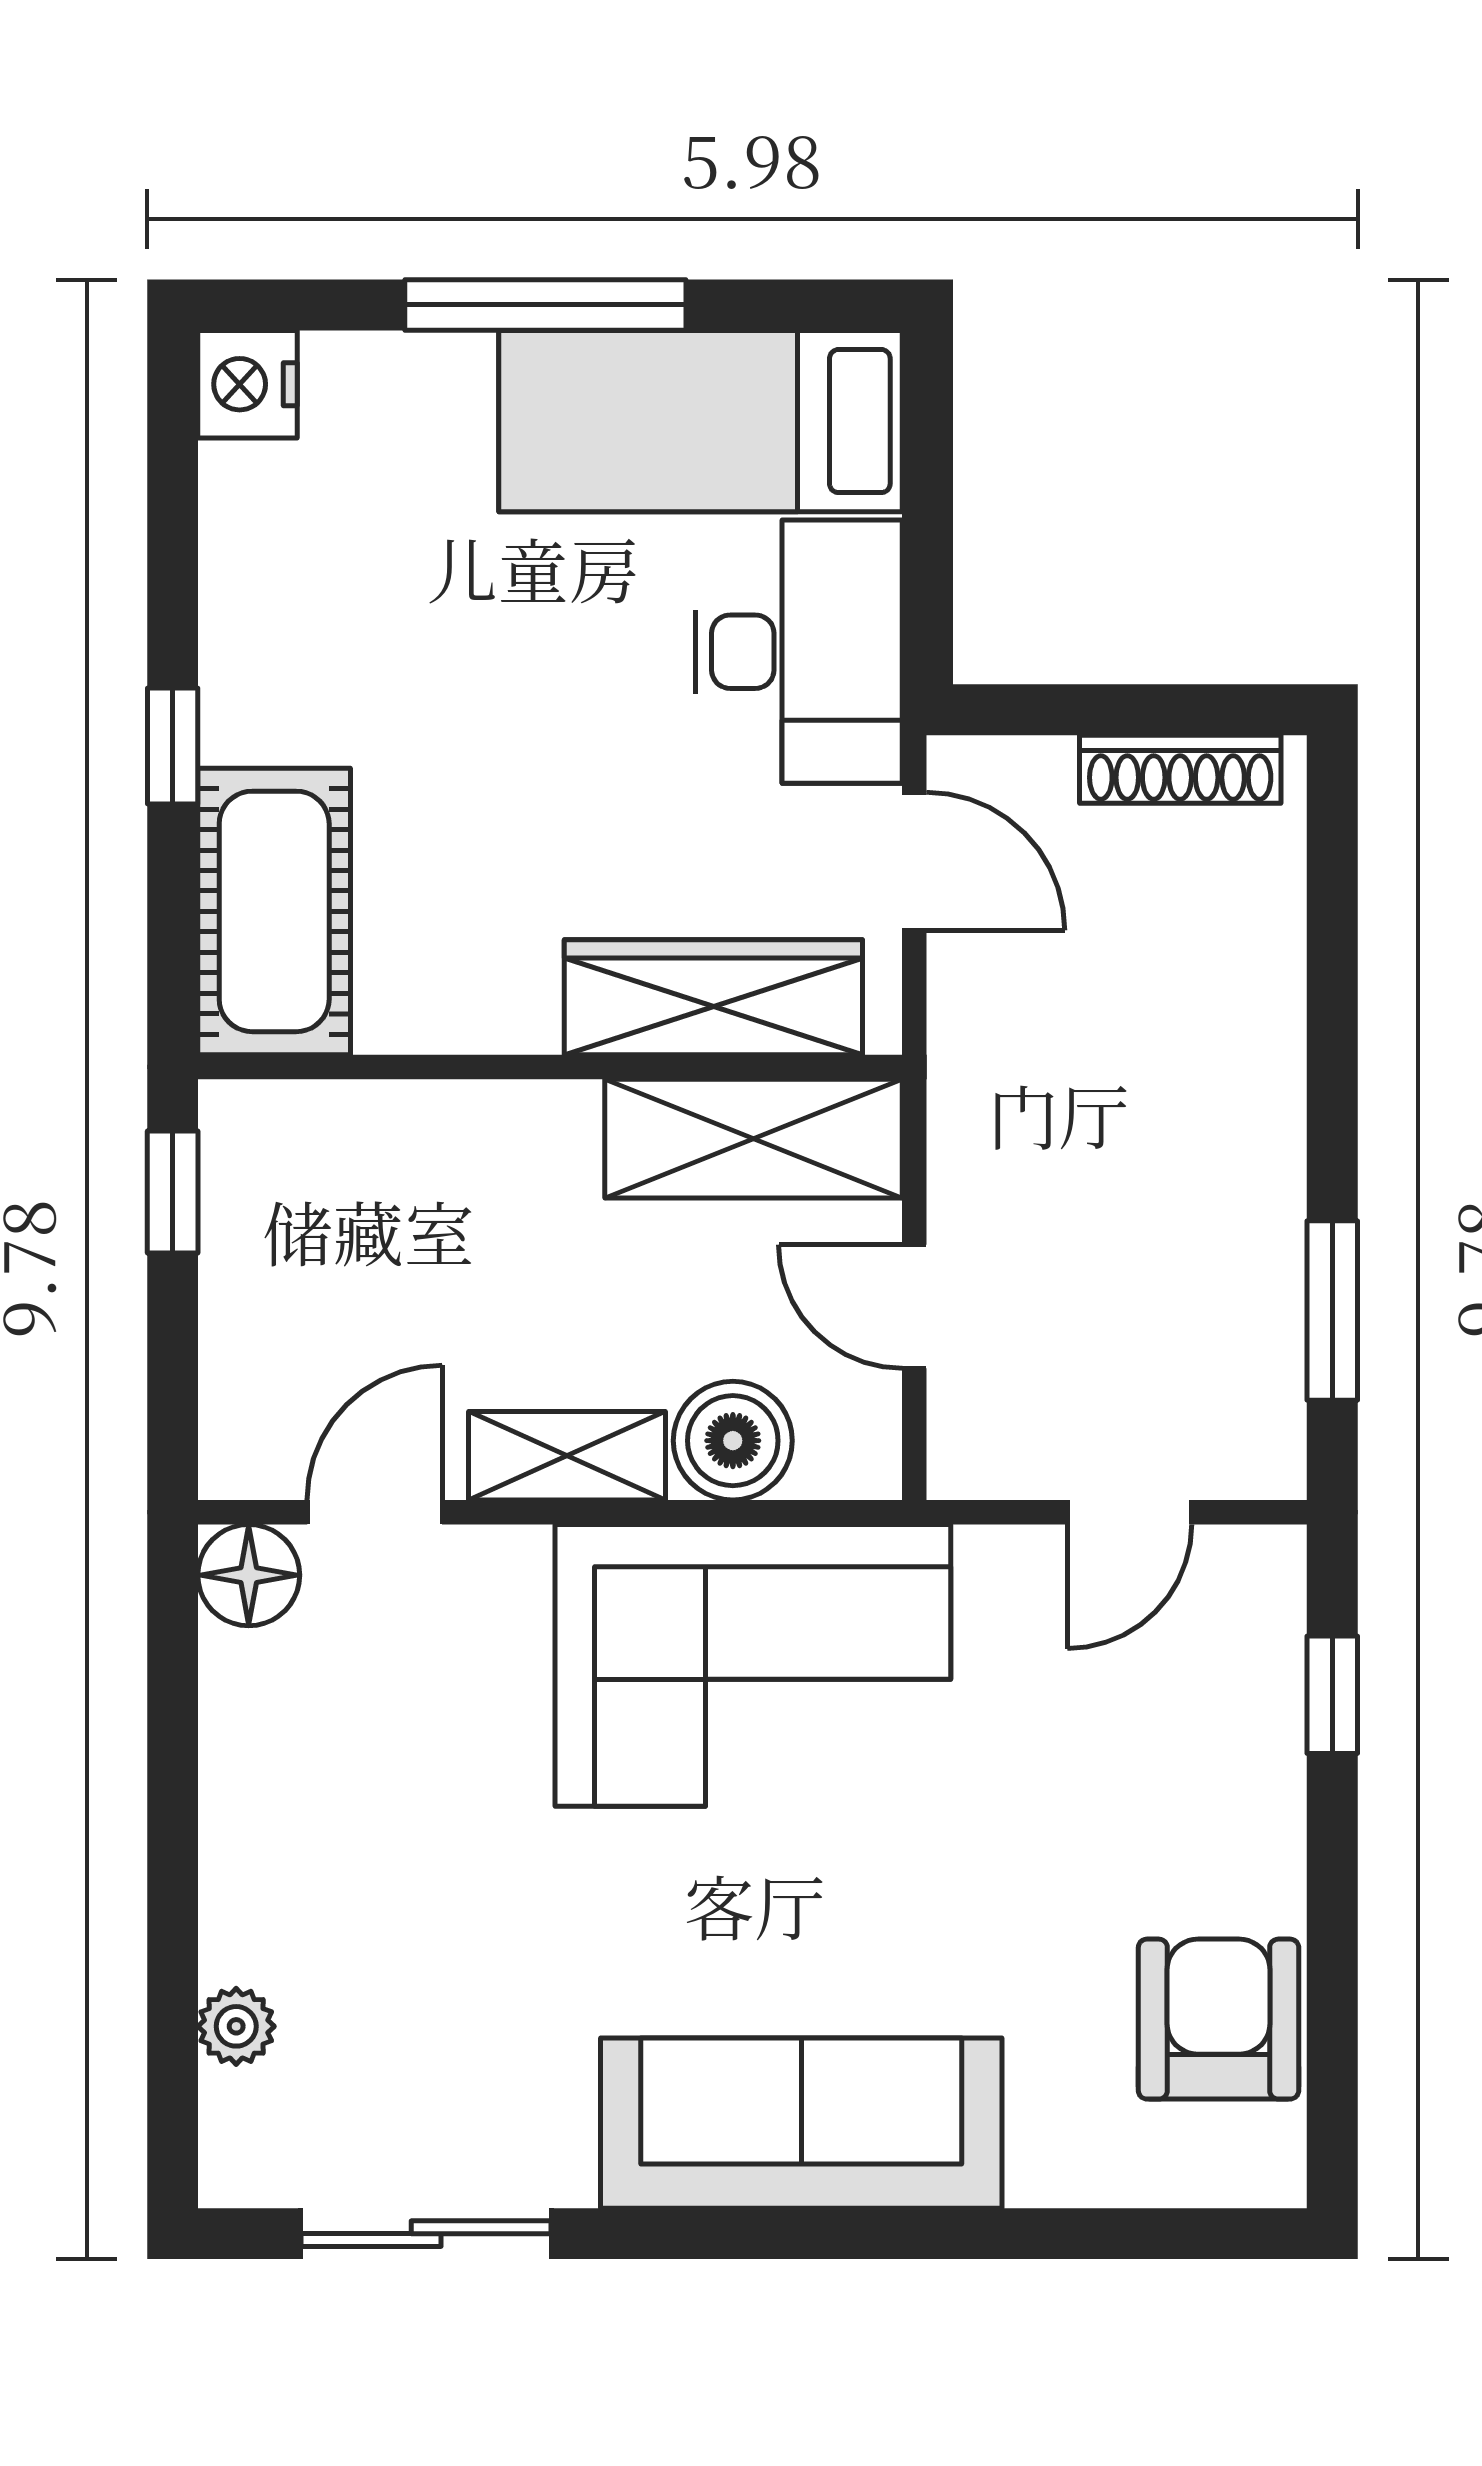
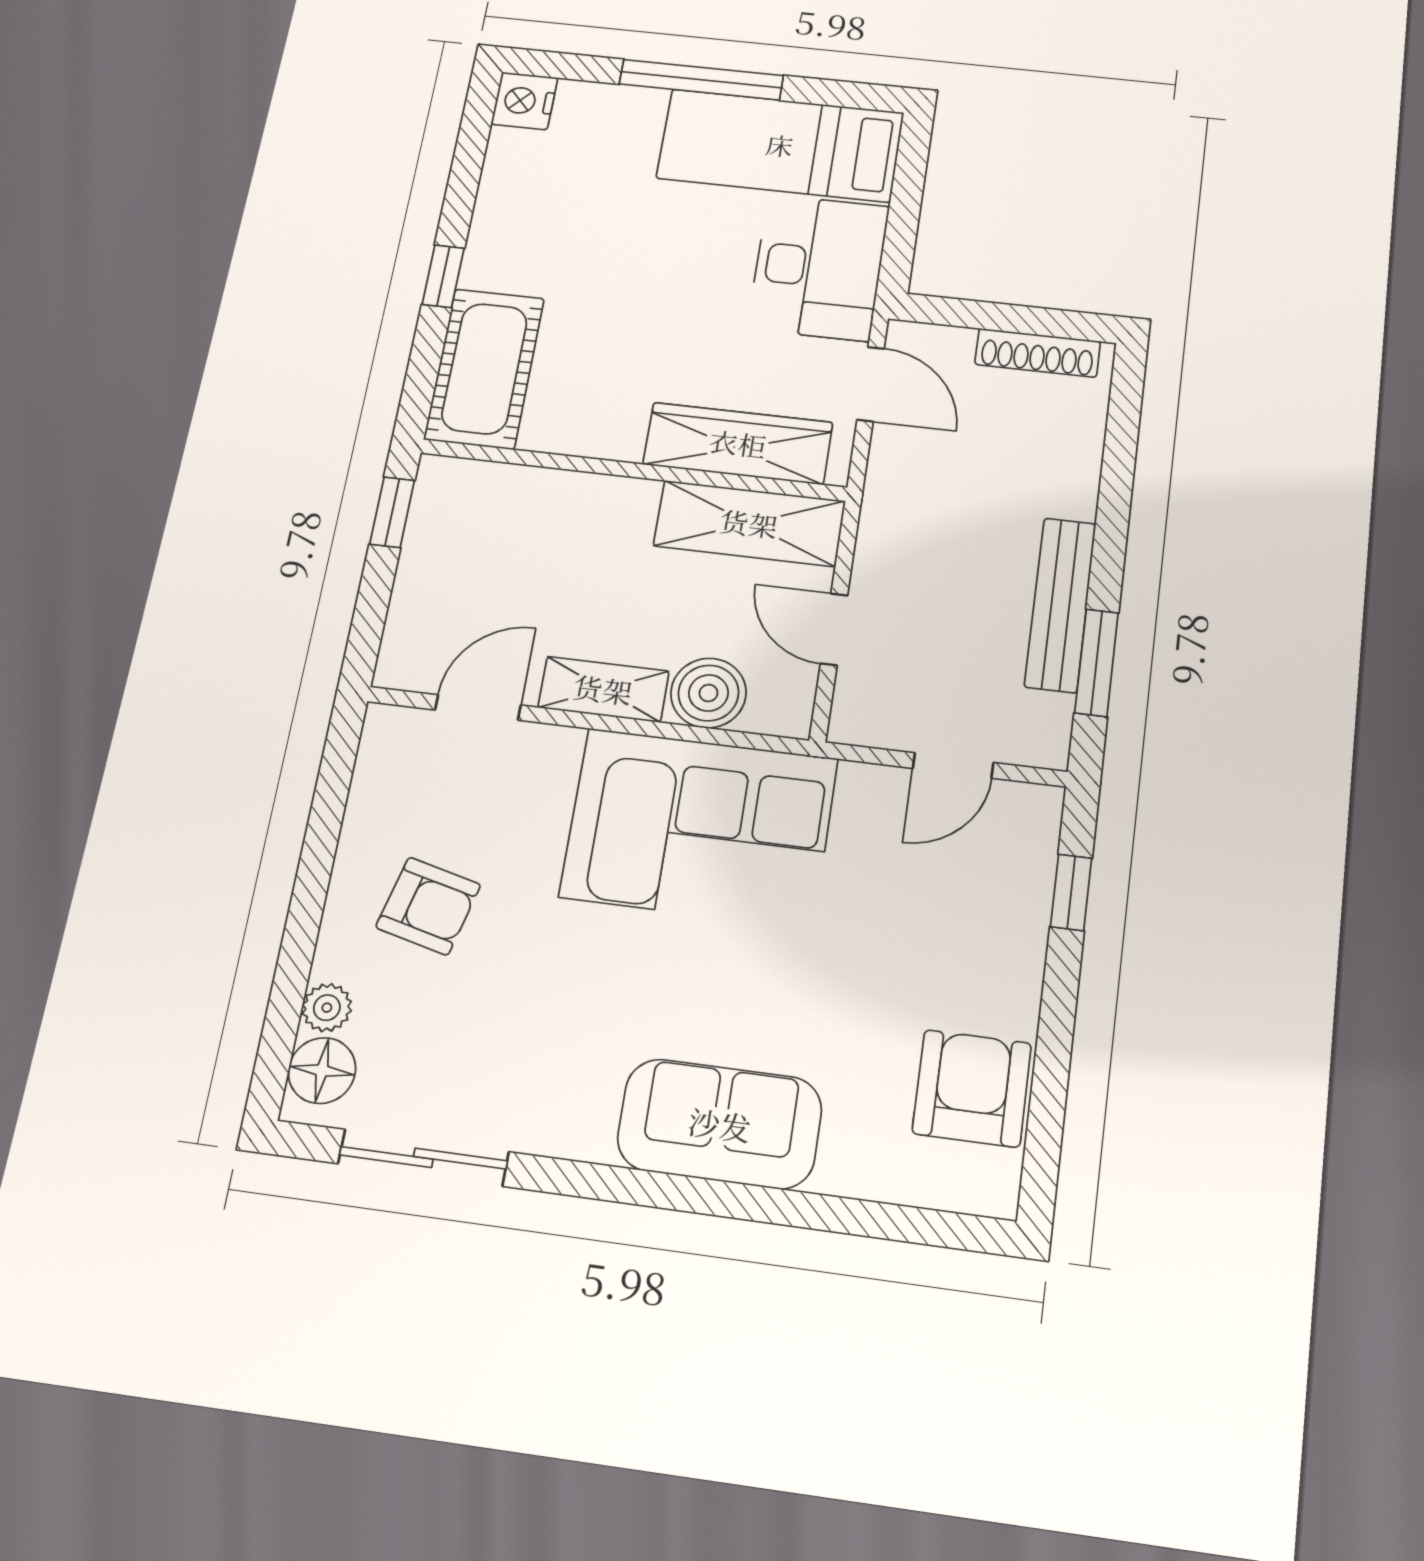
bench: (1265, 1218) -> (1060, 605), added
floor lamp: (249, 1575) -> (322, 1071), moved
armchair: (359, 1847) -> (428, 906), added
sofa: (801, 2123) -> (720, 1124), width x0.73

